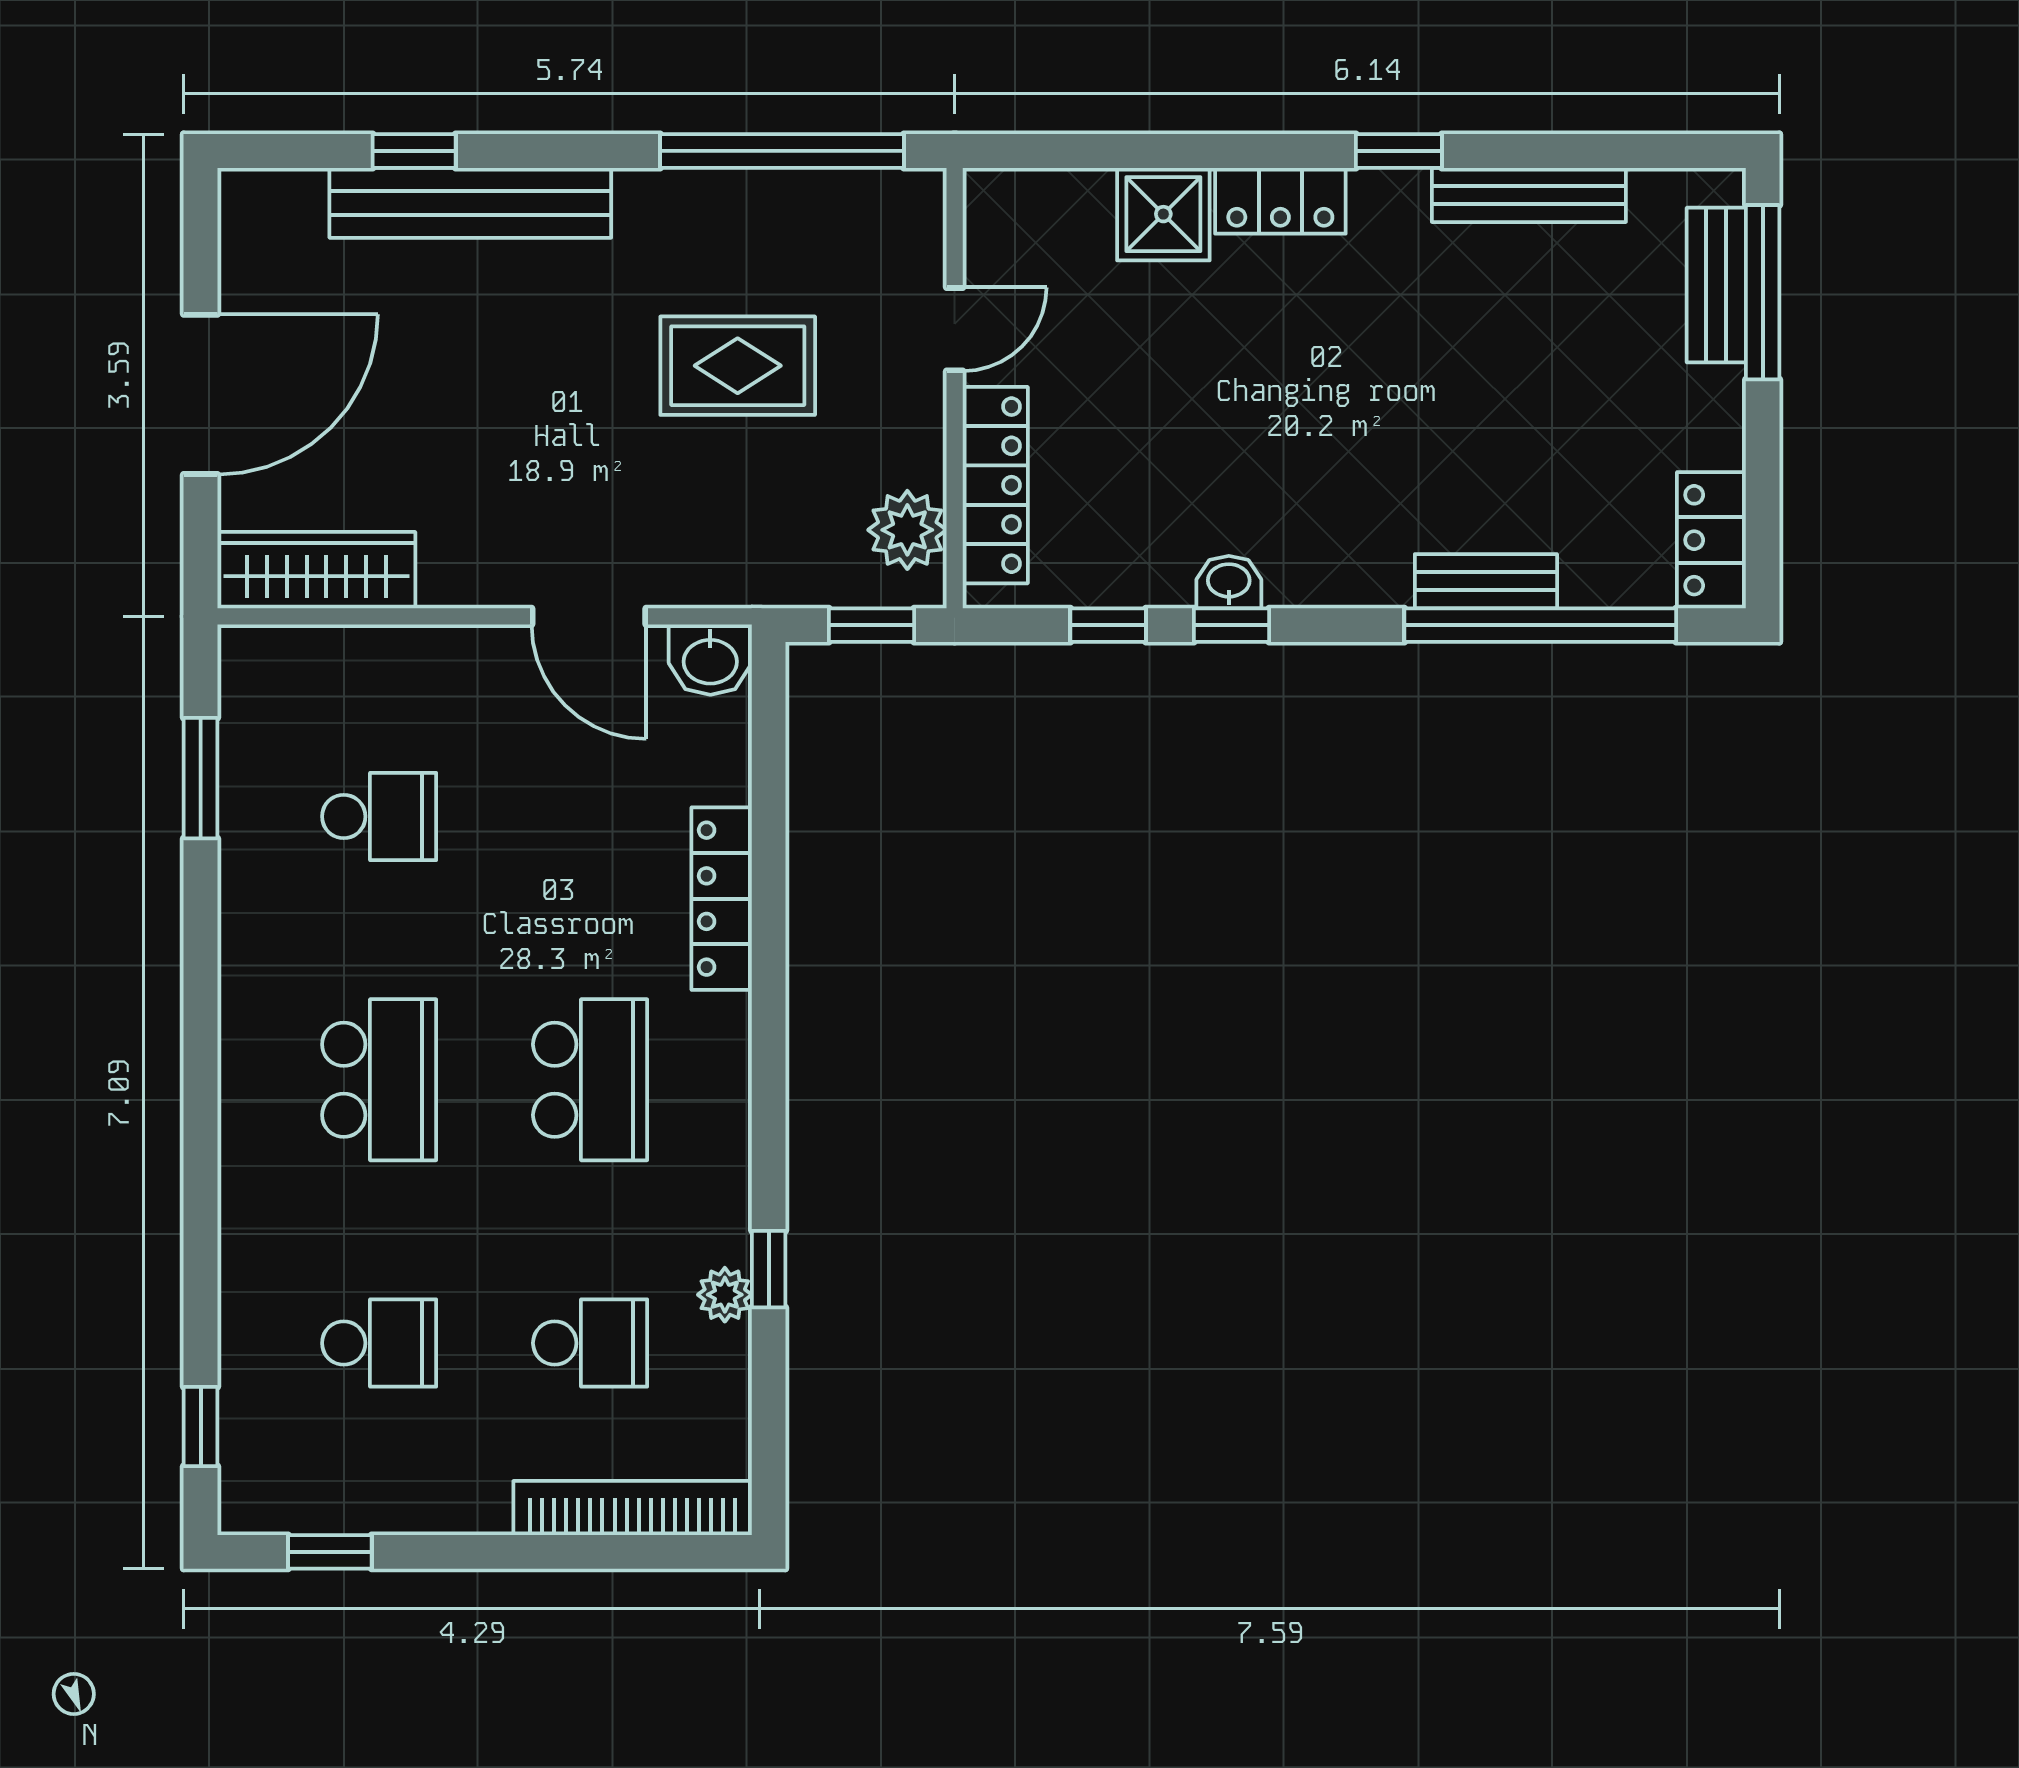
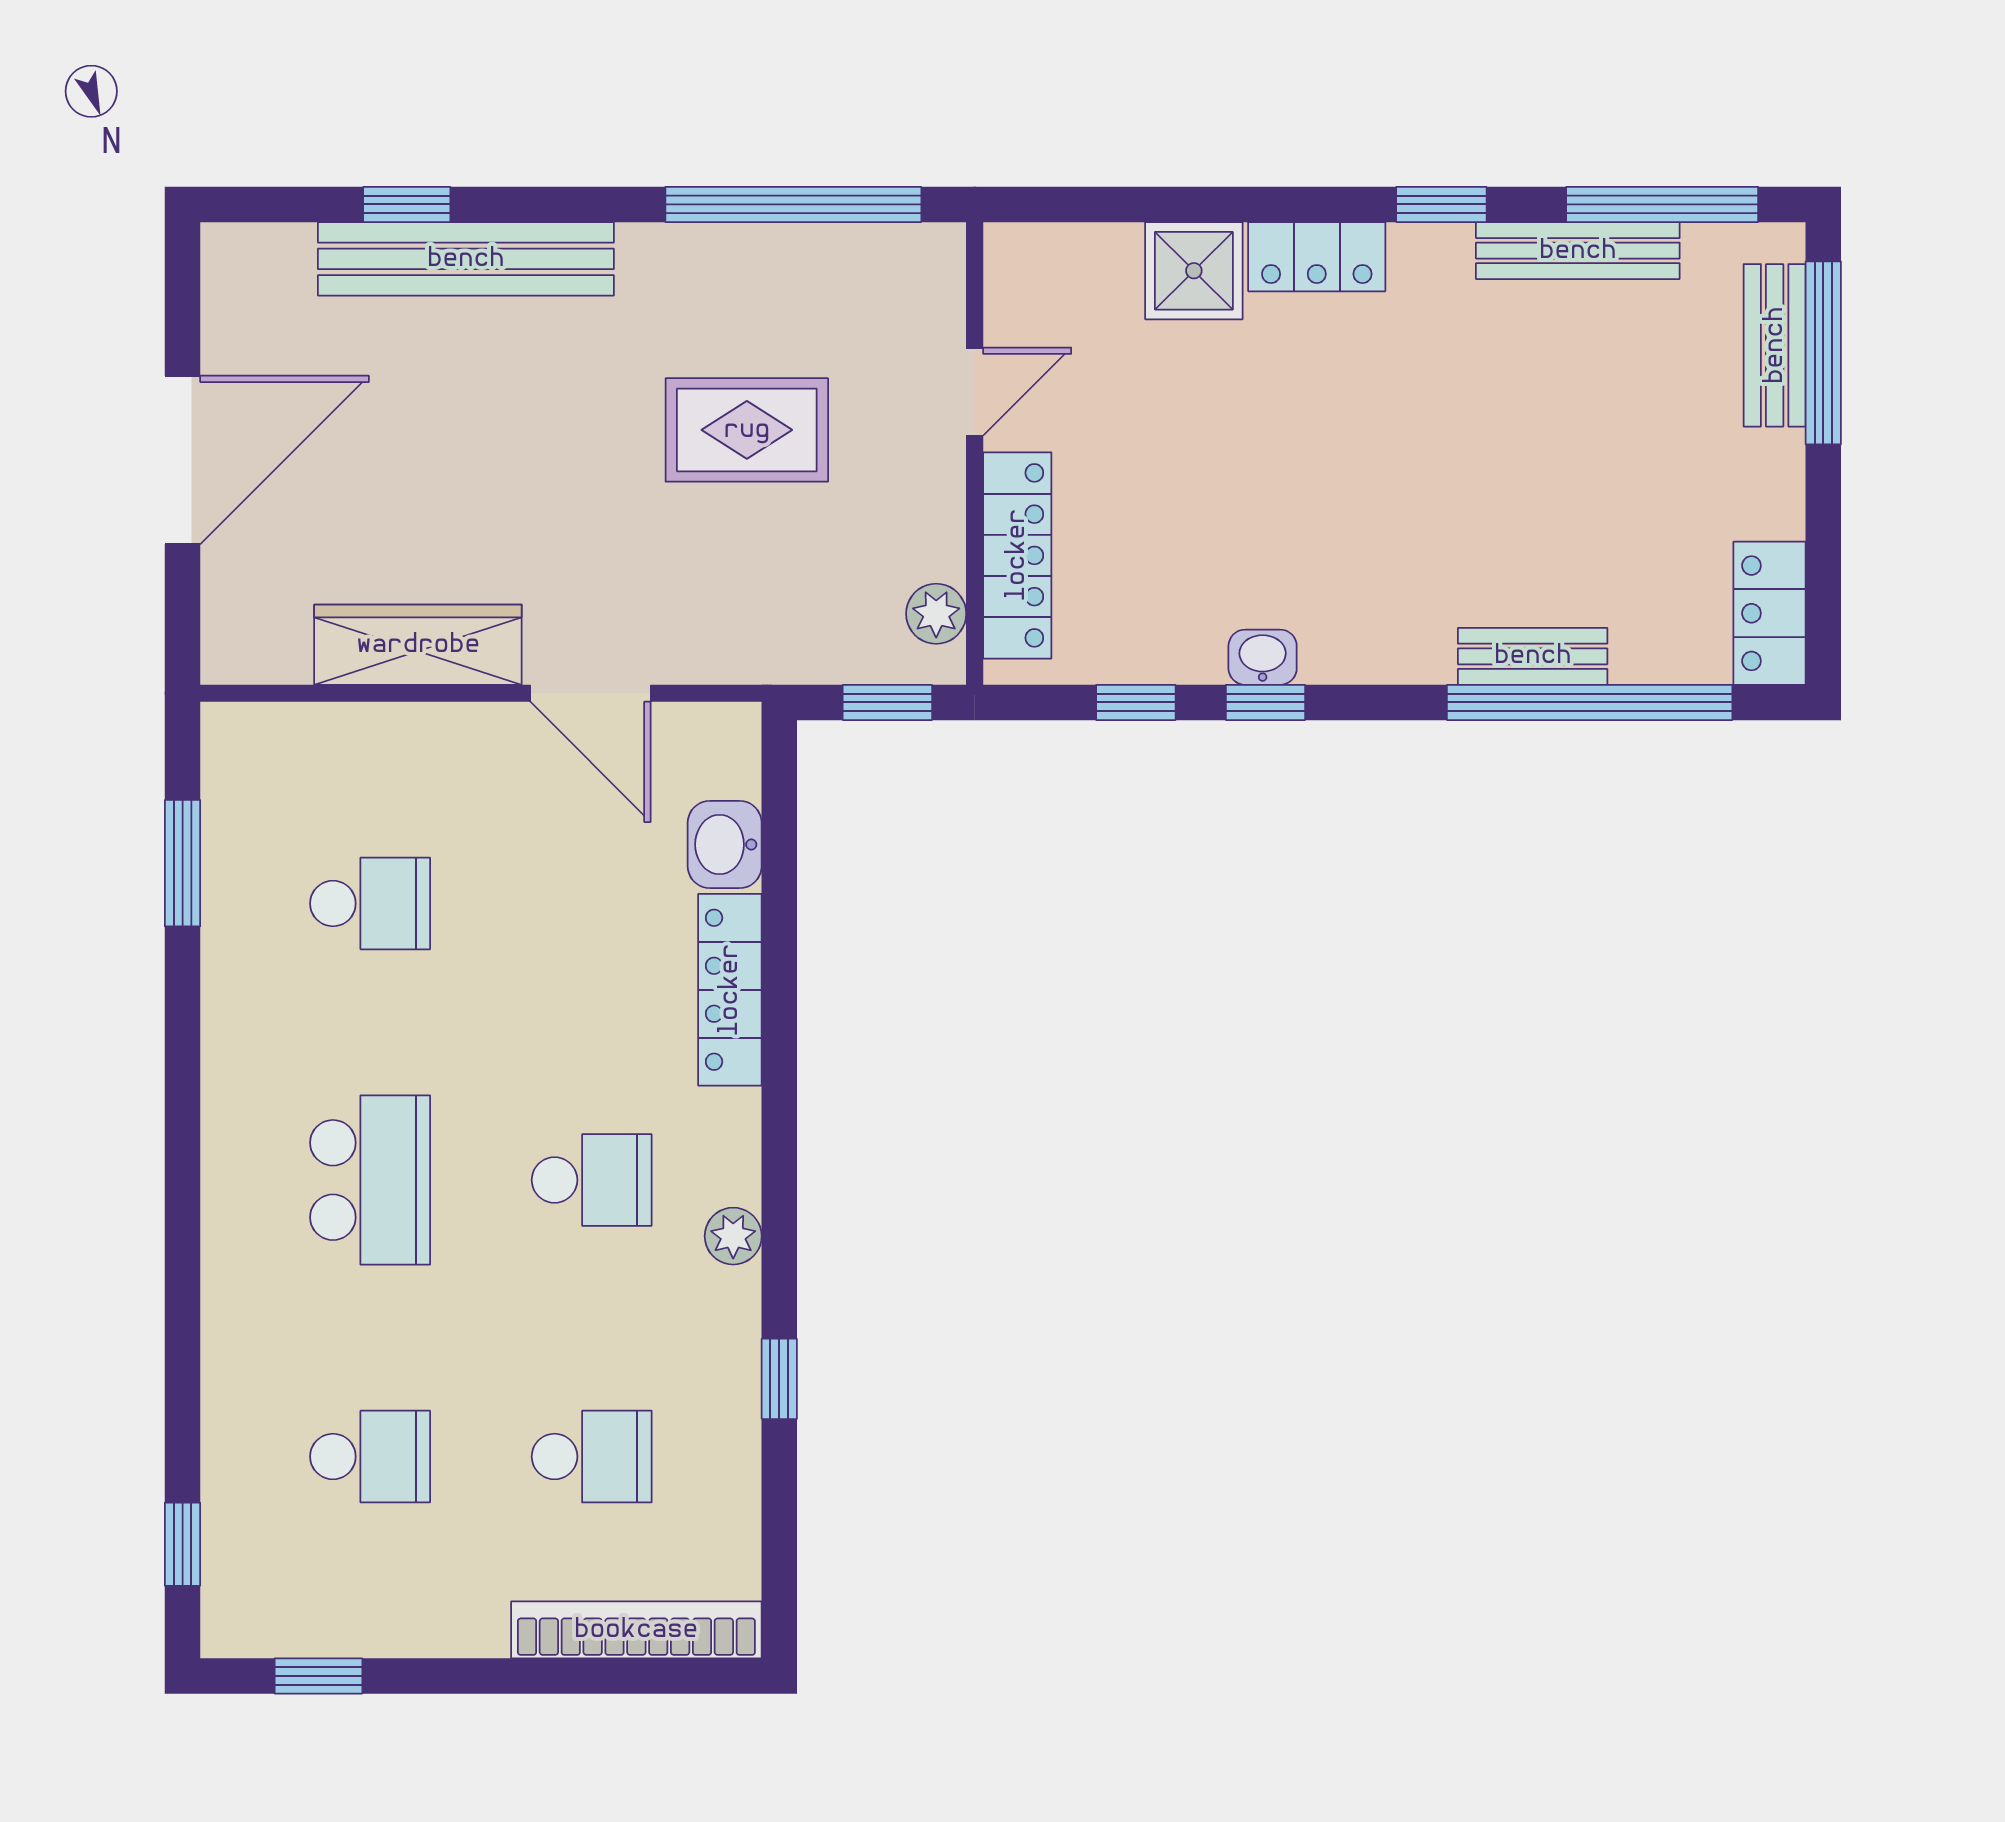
window: (1609, 151) -> (1662, 204), added
plant: (907, 530) -> (936, 614), width x0.73, depth x0.73
wardrobe: (317, 570) -> (418, 645), moved
washbasin: (710, 660) -> (725, 845), moved, turned 90
school desk: (590, 1080) -> (592, 1180), width x0.54
plant: (725, 1295) -> (733, 1236), moved

